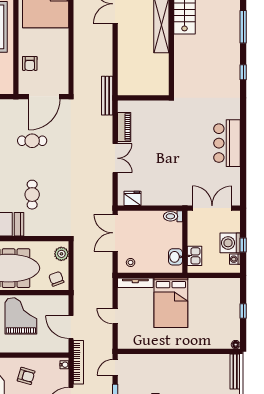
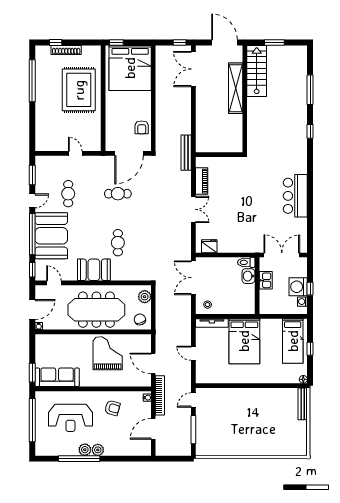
armchair: (30, 63) -> (142, 127), moved
kitchen sink: (194, 256) -> (266, 280), moved
washbasin: (176, 257) -> (248, 276), moved
bed: (224, 303) -> (293, 341), added

